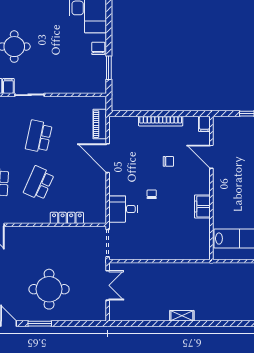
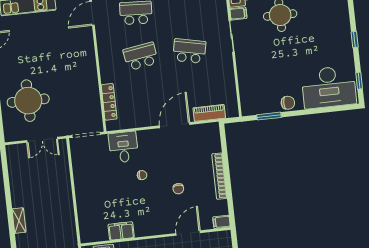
school desk: (39, 183) -> (141, 56), turned -33
filing cabinet: (202, 207) -> (121, 231), moved
locker: (67, 218) -> (109, 102), moved
round table: (49, 289) -> (28, 101), moved

